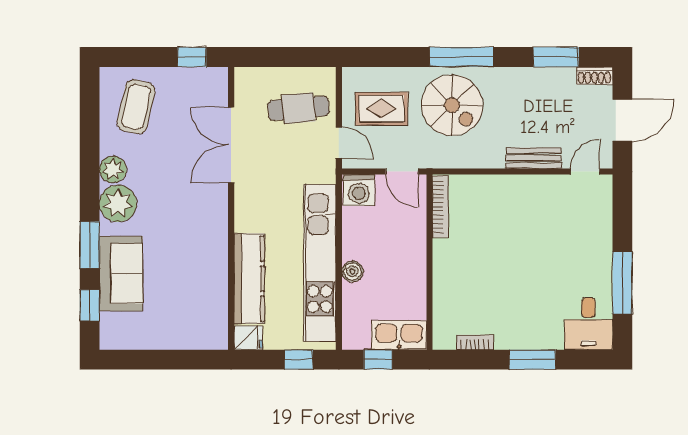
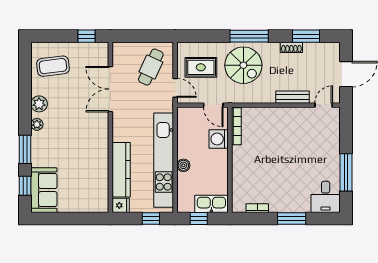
shoe rack: (594, 76) -> (291, 47), moved
coffee table: (136, 107) -> (53, 66), turned 70
cafe table: (299, 108) -> (151, 67), turned -60
washing machine: (359, 190) -> (219, 139), moved, turned 90
plant: (118, 203) -> (37, 124), width x0.53, depth x0.53
sofa: (121, 273) -> (44, 190), moved

